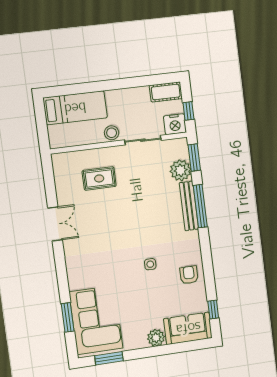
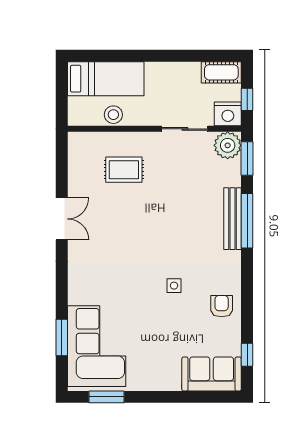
stool: (112, 133) -> (113, 115), moved
plant: (181, 170) -> (228, 145), moved
plant: (156, 338) -> (169, 380), removed

